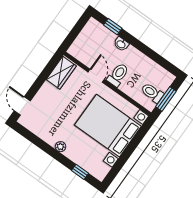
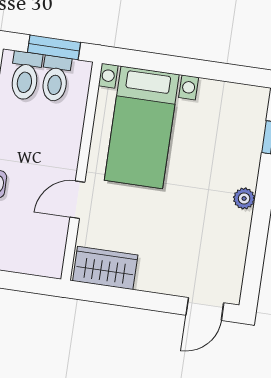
toilet: (118, 75) -> (25, 76), moved, turned -90
bed with nightstands: (108, 126) -> (142, 127), width x0.73

